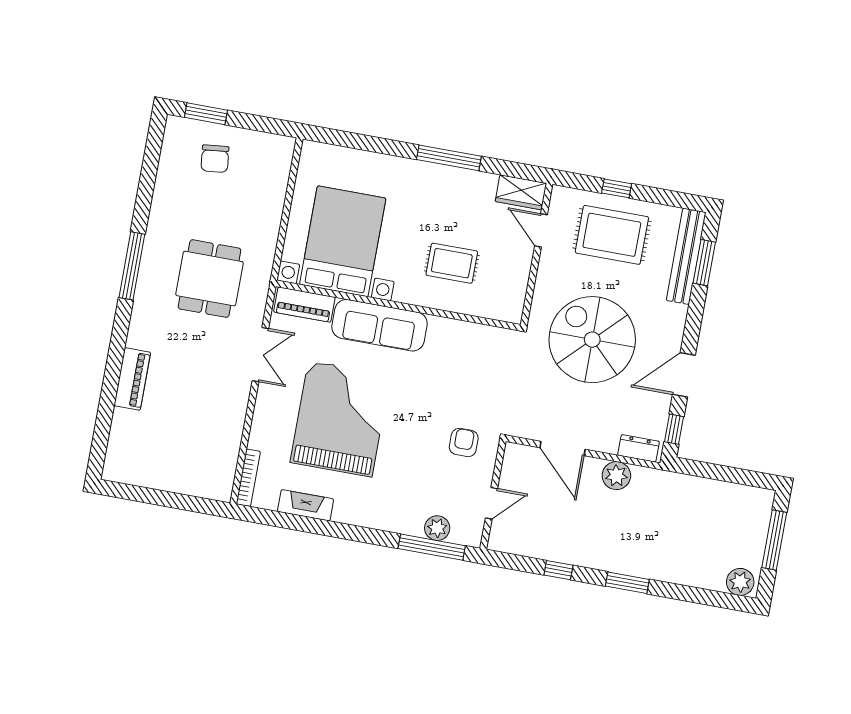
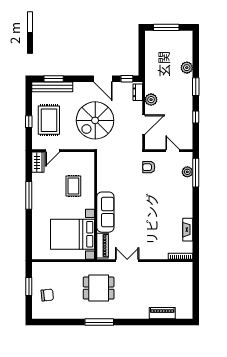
window: (206, 114) -> (29, 287), moved
piano: (132, 379) -> (162, 313), moved
grand piano: (340, 419) -> (148, 222), removed
plant: (740, 582) -> (187, 68), moved

